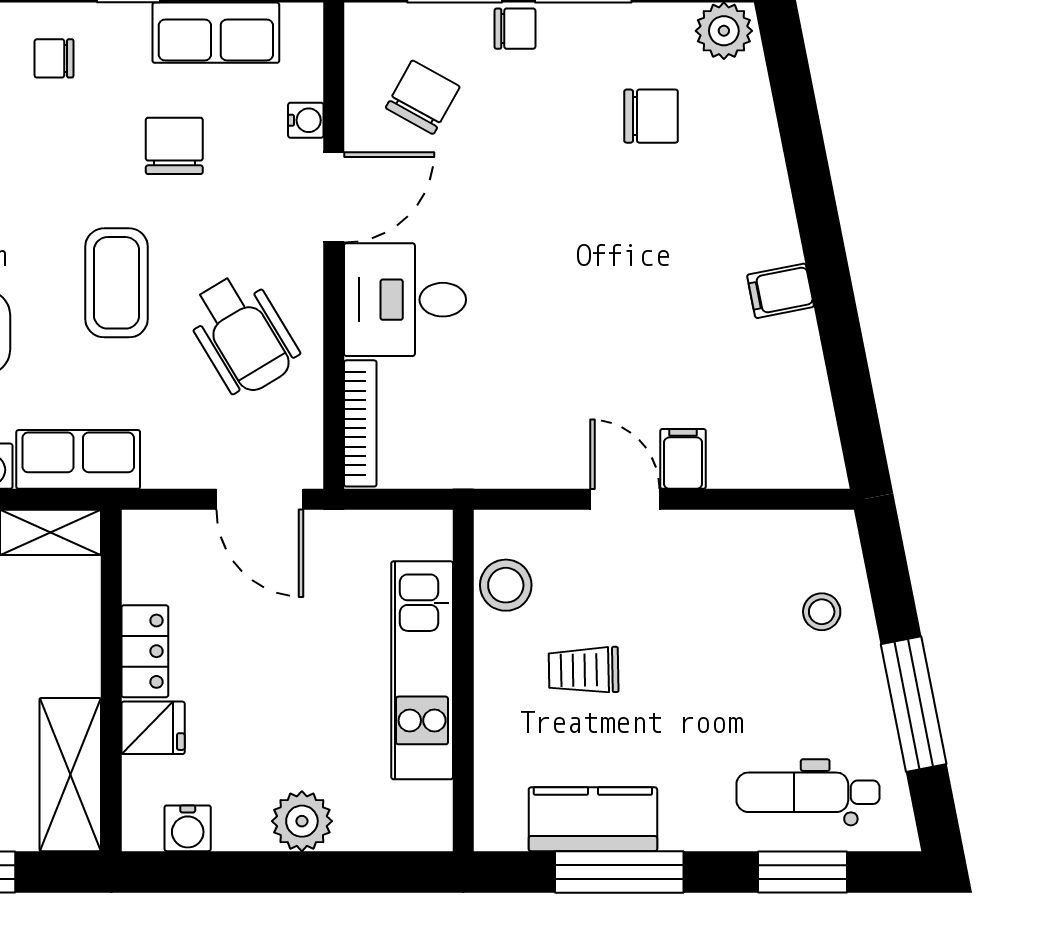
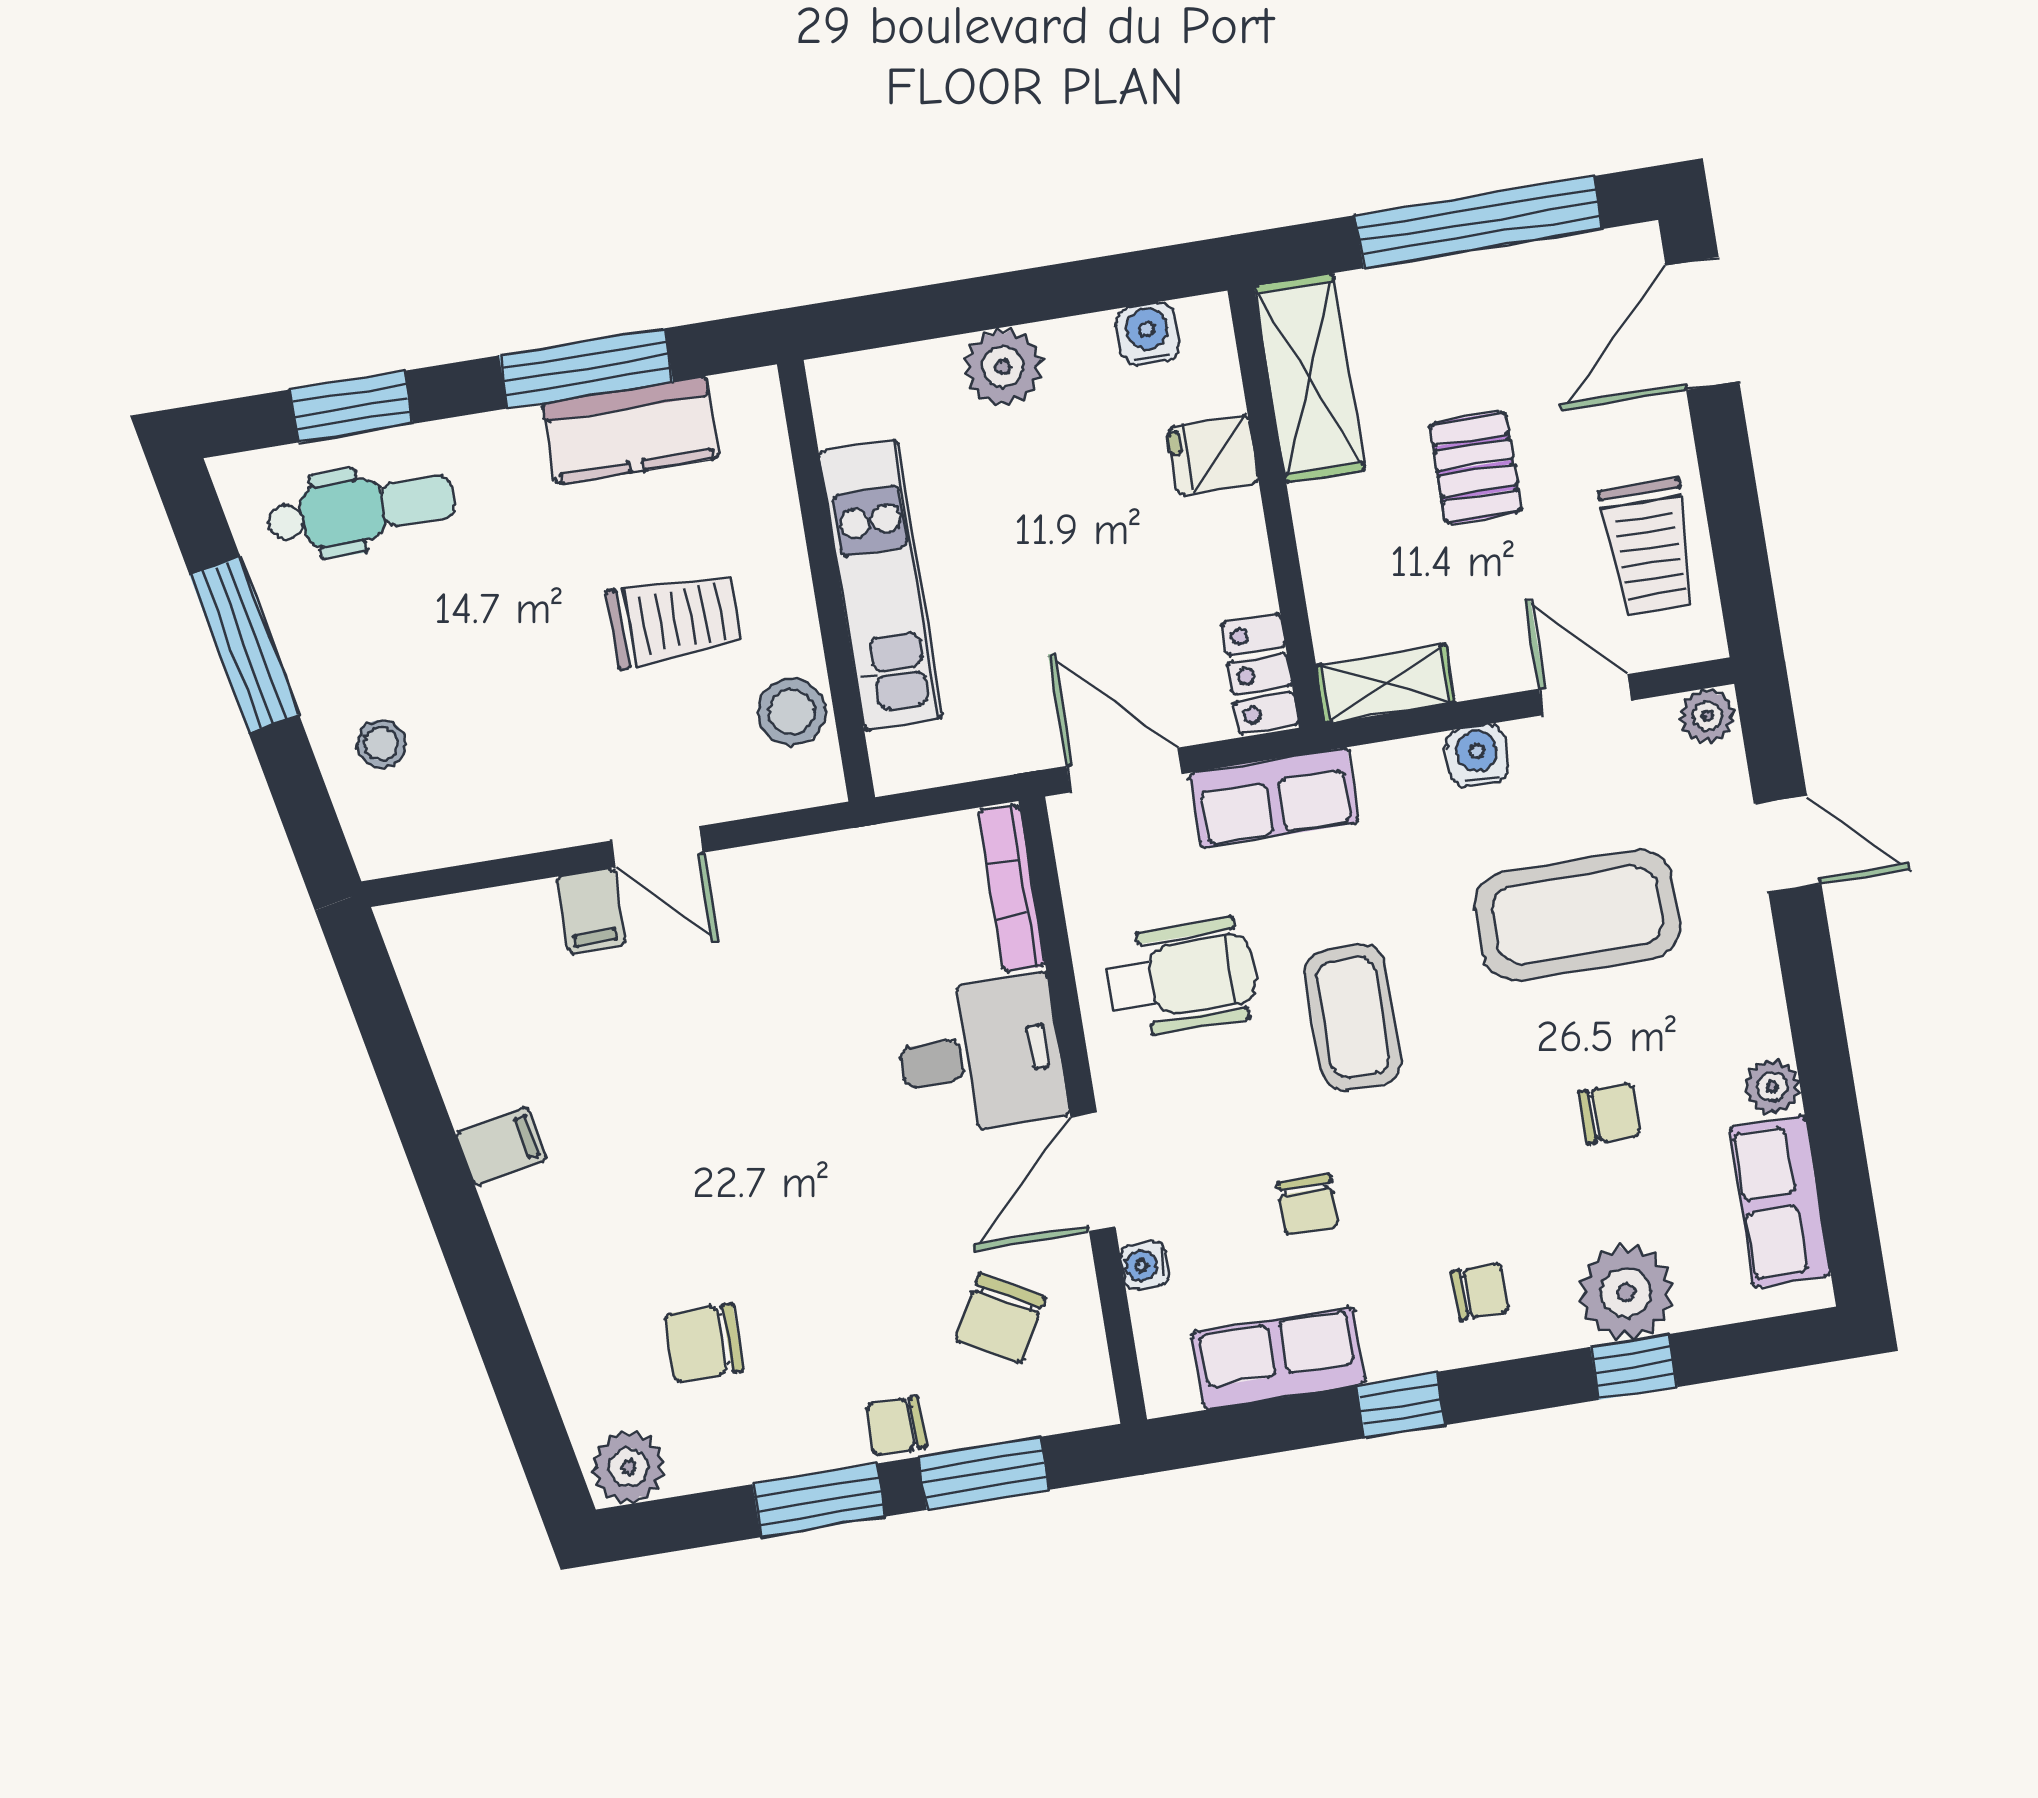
chair: (174, 146) -> (1308, 1205), width x0.73, depth x0.73
wheelchair: (242, 334) -> (1181, 978), turned 121
row of seats: (78, 459) -> (1274, 798), moved
locker: (145, 651) -> (1260, 674), moved
trolley: (584, 670) -> (674, 619), width x1.36, depth x1.39

